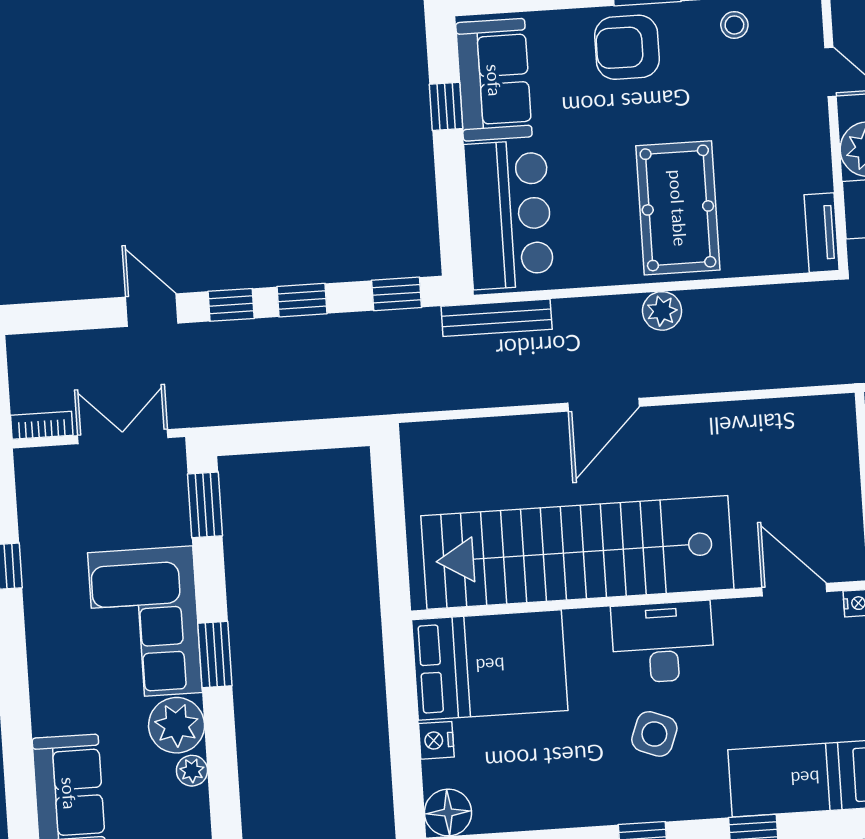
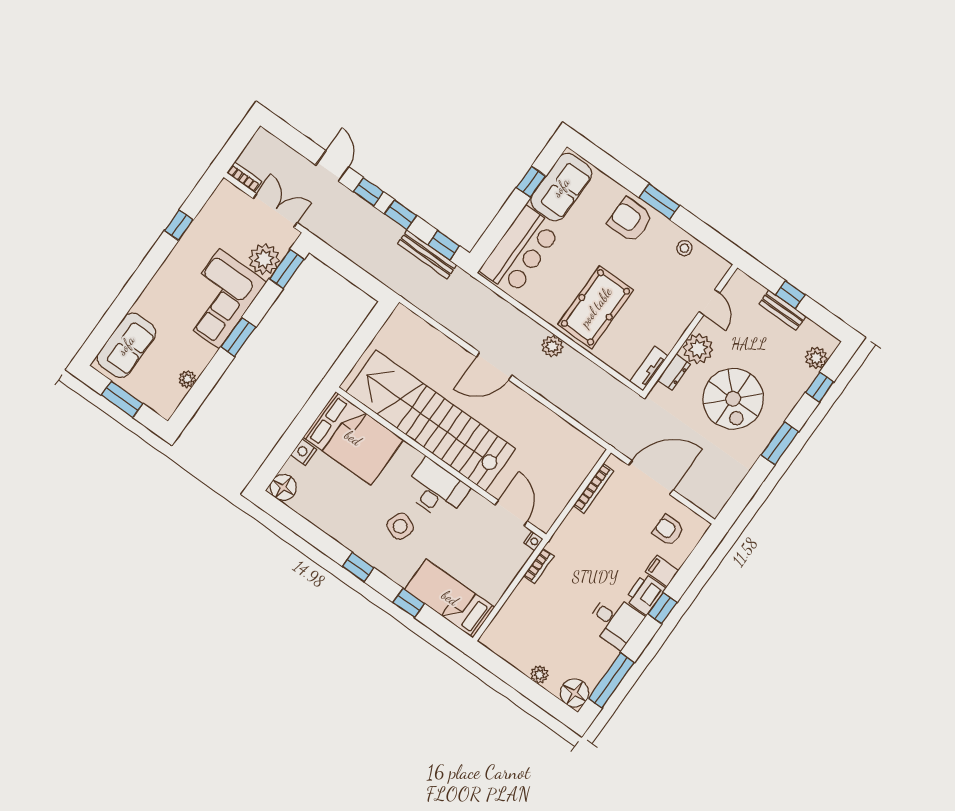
bench: (497, 318) -> (427, 254), moved
plant: (177, 725) -> (264, 259), moved

